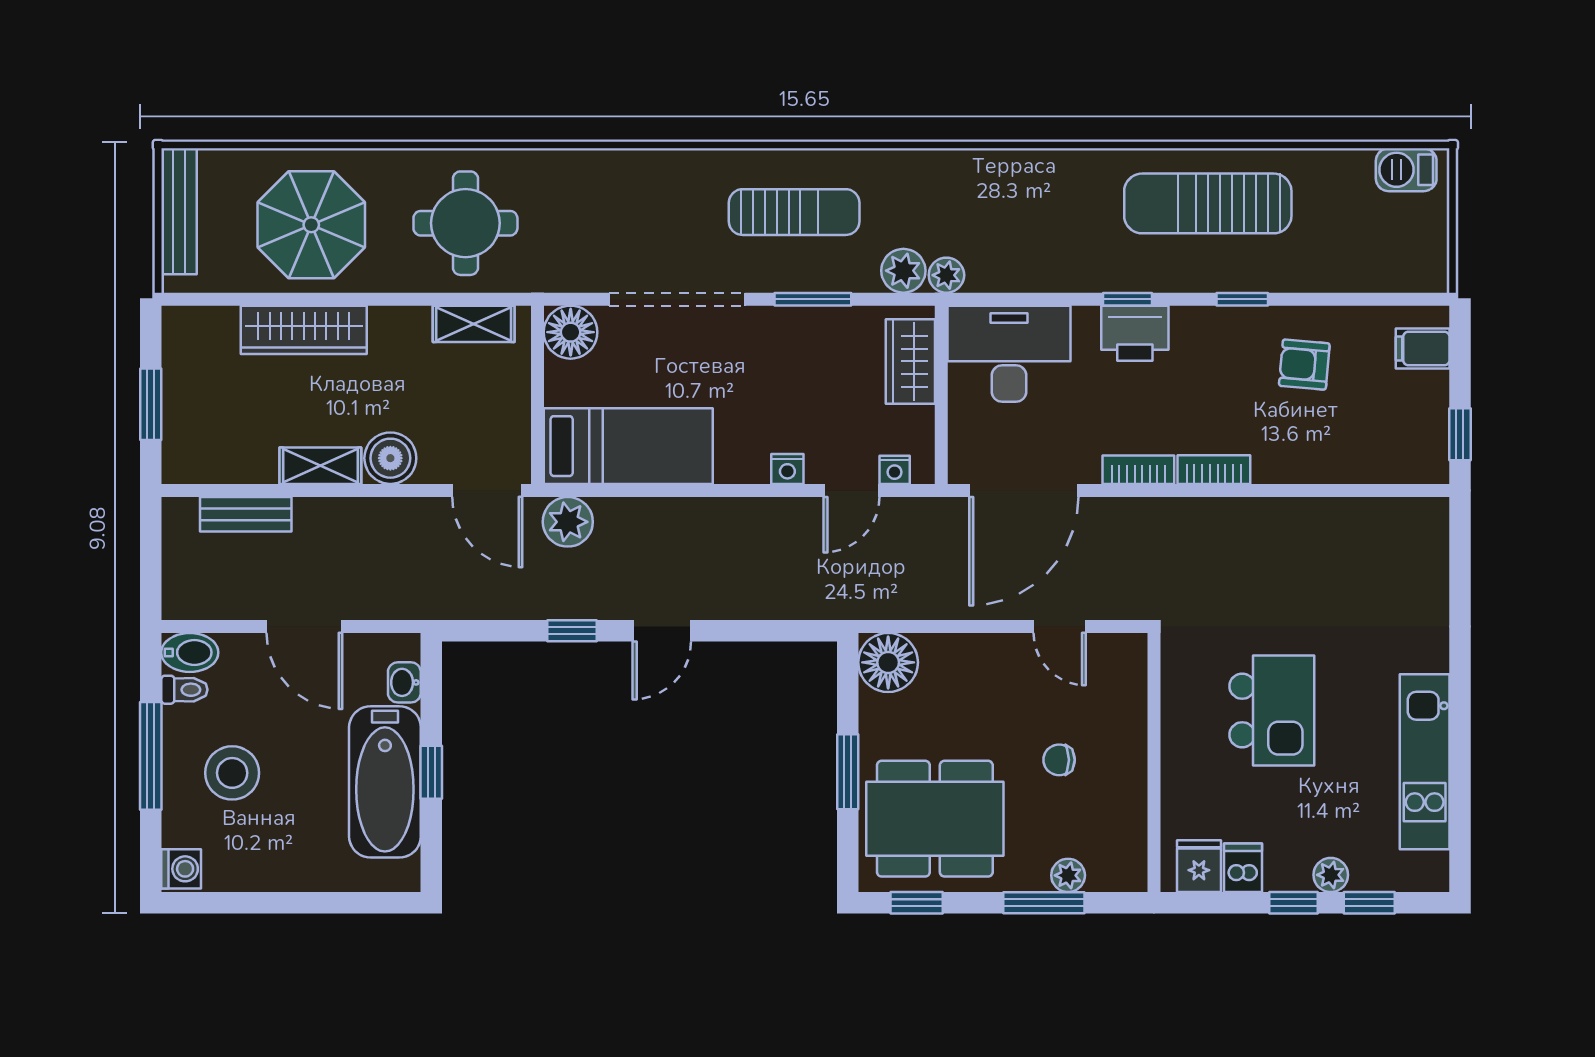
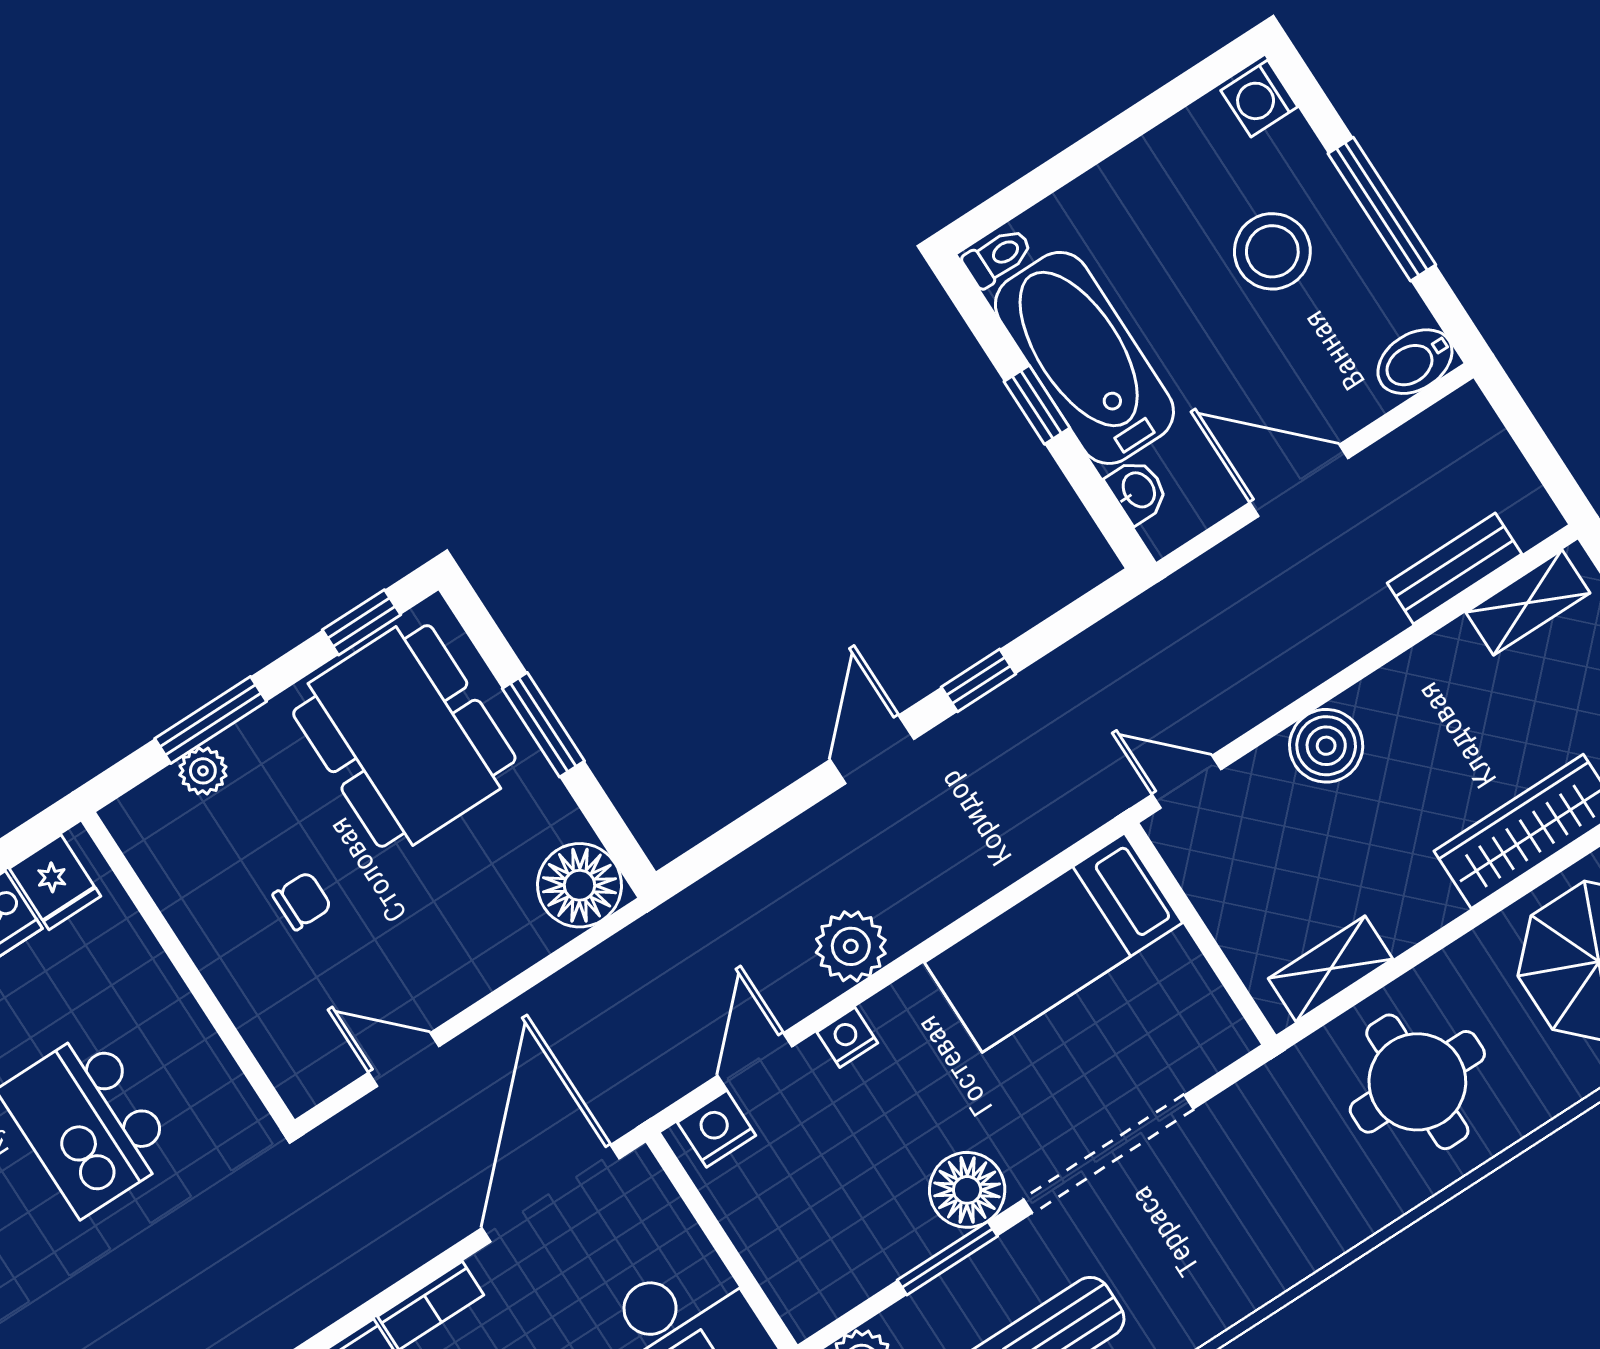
floor lamp: (571, 332) -> (967, 1190), moved
wardrobe: (910, 361) -> (784, 1259), removed
shelving: (320, 466) -> (1528, 603), moved
nightstand: (895, 470) -> (717, 1129), width x1.39, depth x1.35
door: (487, 490) -> (1187, 782), width x0.73
plant: (568, 522) -> (851, 946), moved
toilet: (184, 690) -> (998, 257), moved, turned 180
dining table: (935, 819) -> (404, 736), turned 90

